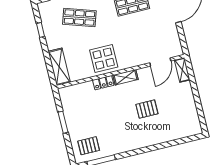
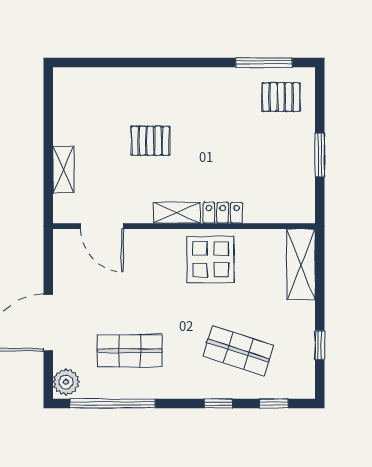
door: (160, 62) -> (102, 226), swing flipped
shelving: (182, 70) -> (63, 170), moved

